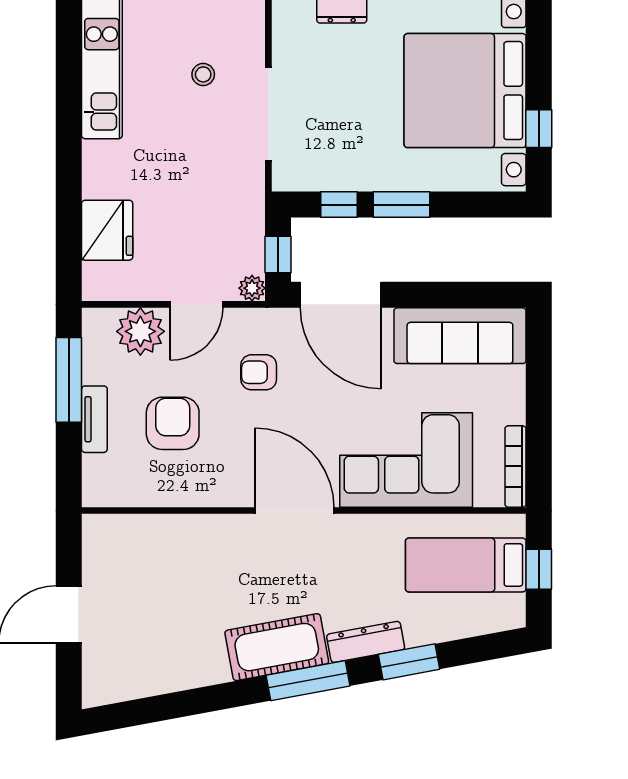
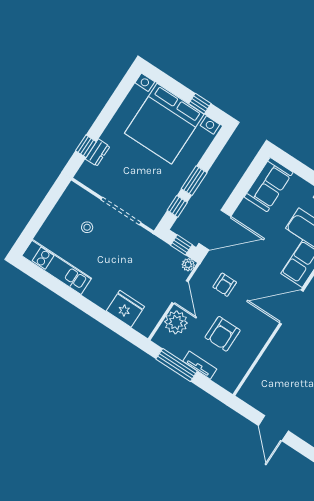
sofa: (460, 336) -> (269, 185), width x0.73
armchair: (173, 423) -> (223, 334), turned -90

